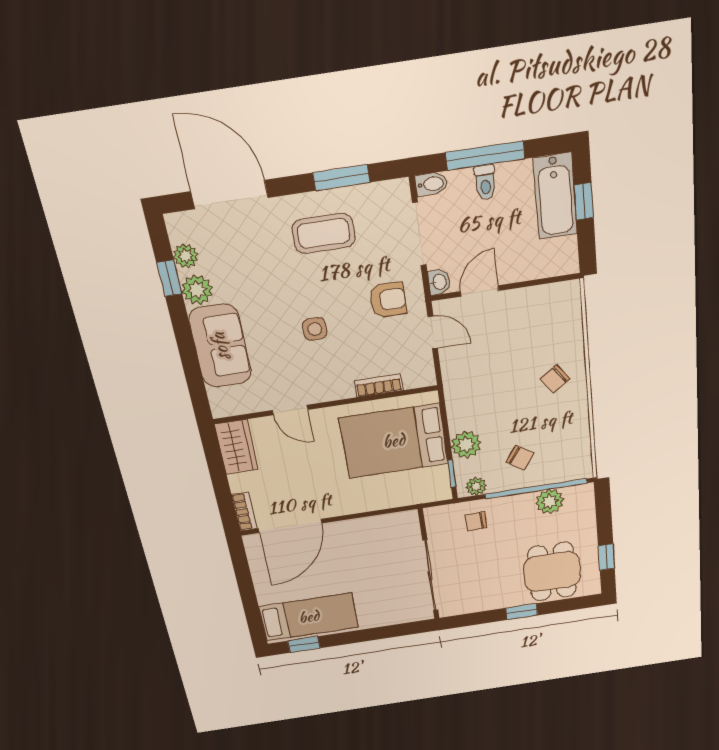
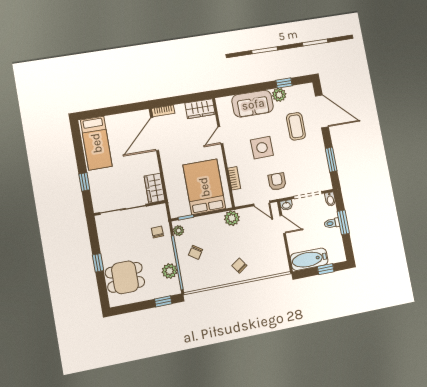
window: (485, 156) -> (343, 222), width x0.69
door: (229, 195) -> (322, 111), hinge flipped
bathtub: (555, 196) -> (309, 259), moved
coffee table: (324, 233) -> (296, 126), moved
plant: (186, 256) -> (294, 91), removed
armchair: (388, 300) -> (277, 182), turned 180
side table: (315, 329) -> (262, 148), width x1.87, depth x1.87
door: (433, 332) -> (262, 203), hinge flipped
plant: (466, 445) -> (232, 218), moved
door: (290, 526) -> (155, 134), hinge flipped
wardrobe: (394, 526) -> (155, 188), added
window: (606, 557) -> (163, 301), moved
window: (304, 644) -> (84, 182), moved

